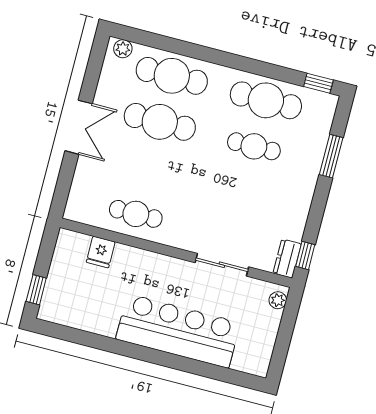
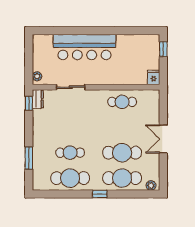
window: (318, 83) -> (100, 194), moved
fridge: (101, 252) -> (154, 77), moved

